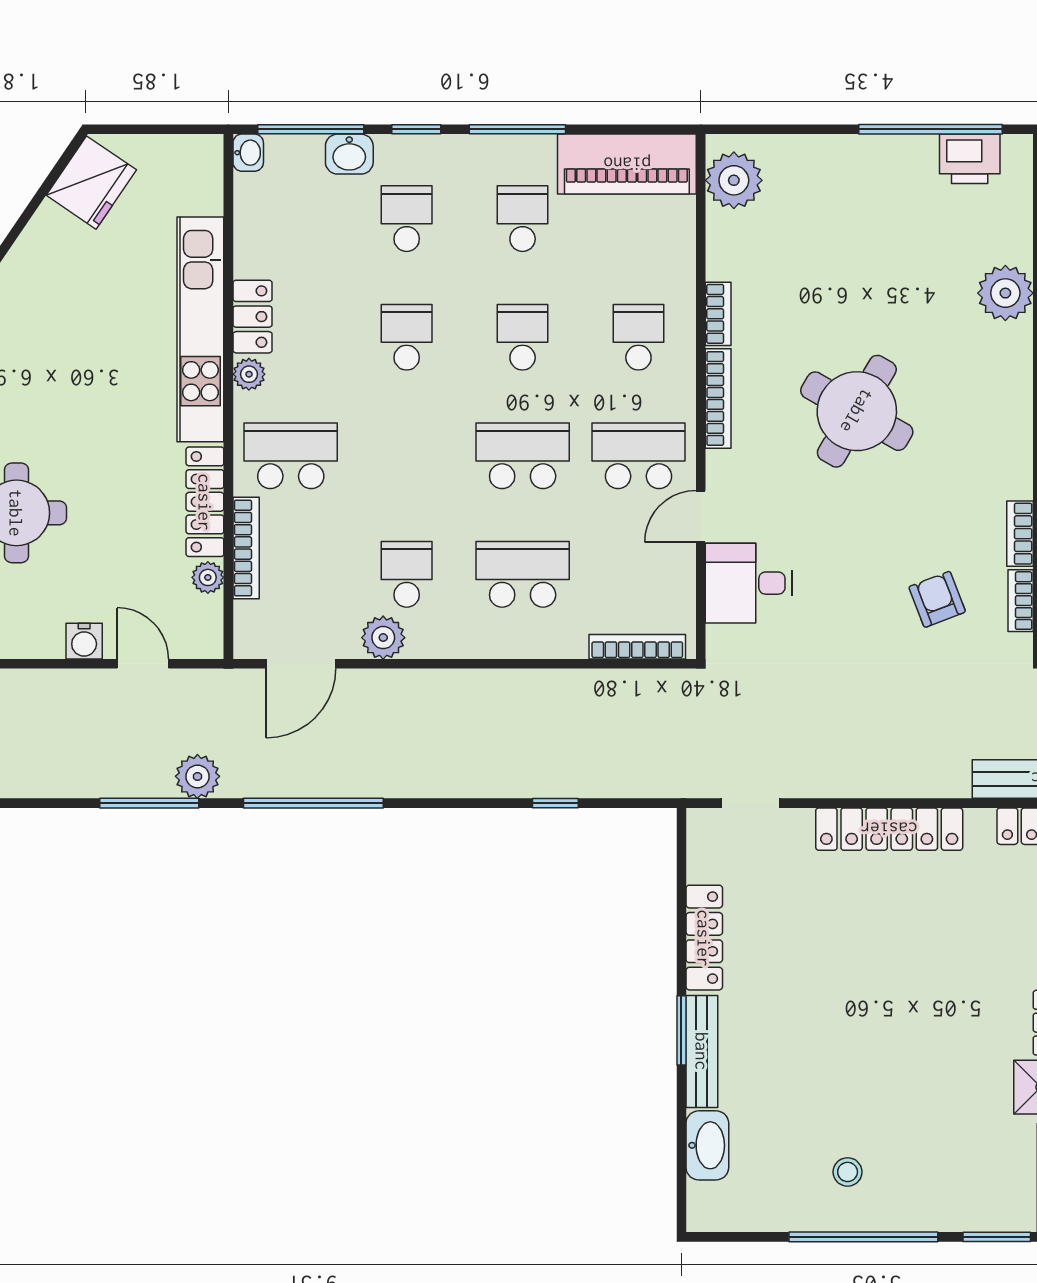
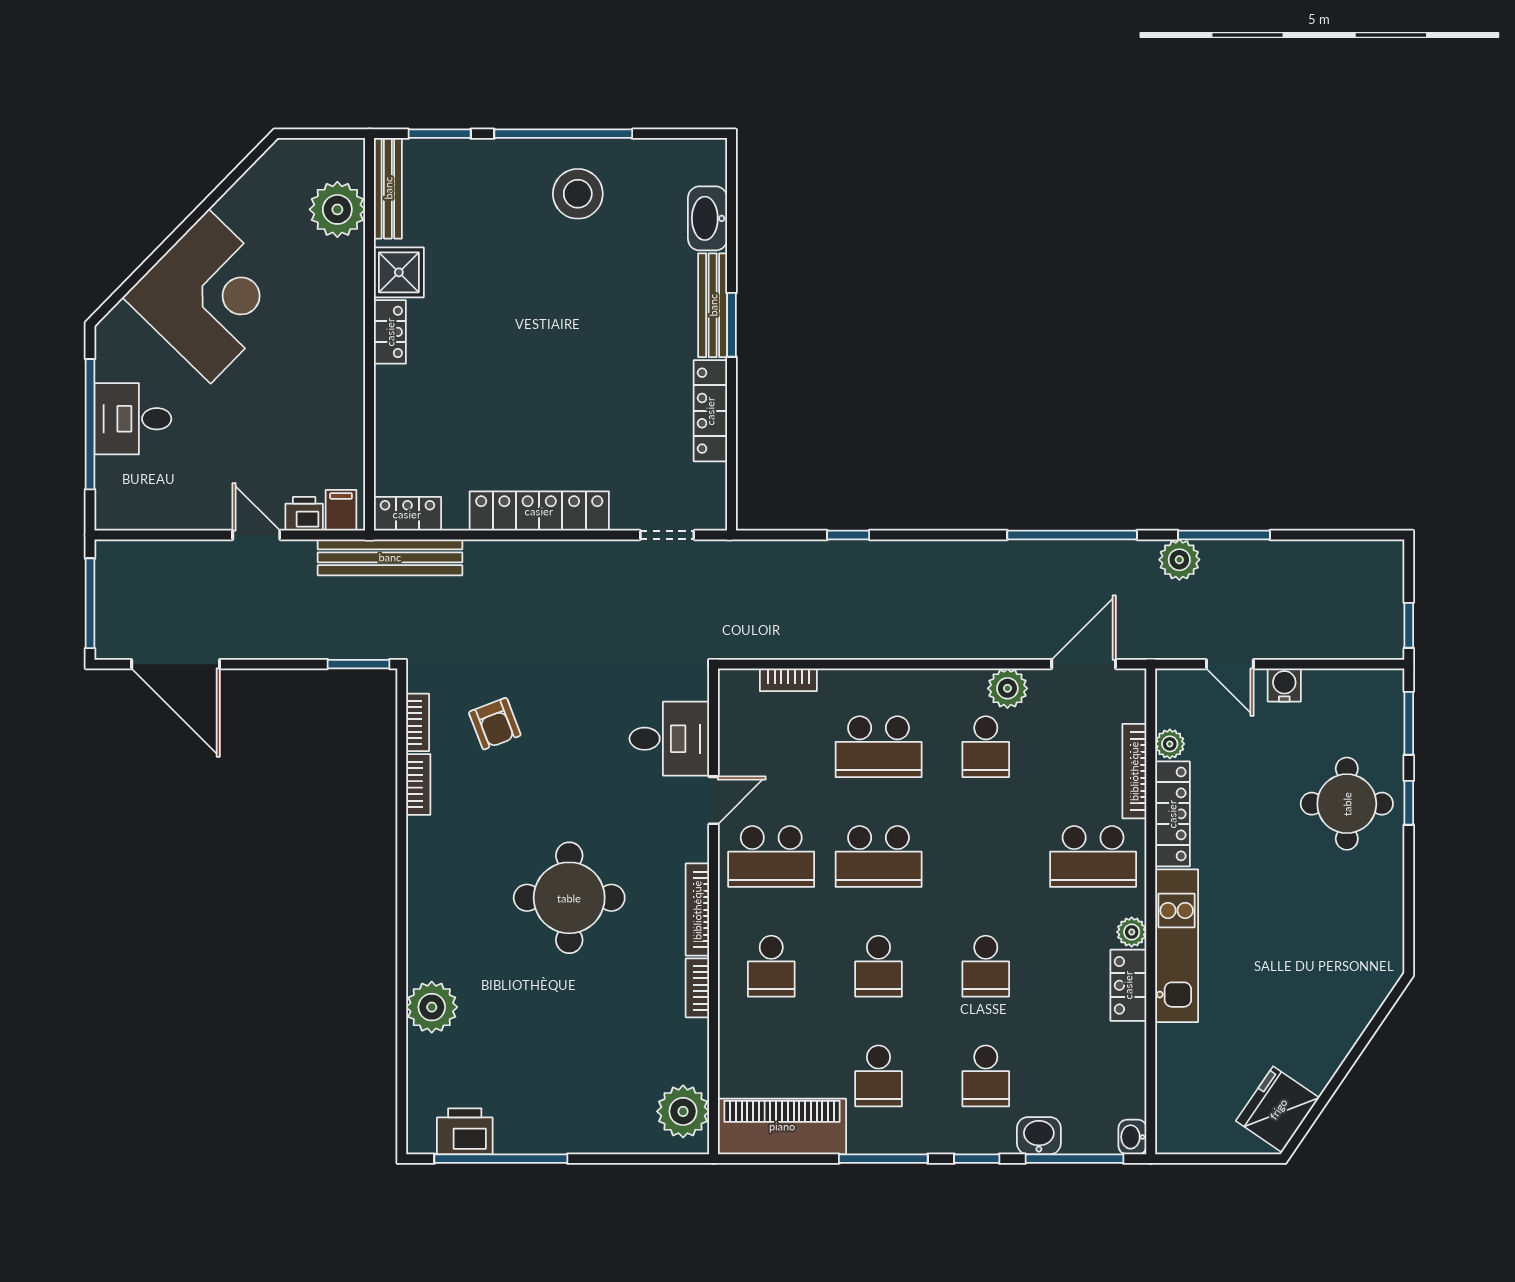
kitchen unit: (200, 329) -> (1177, 946), width x0.73
round table: (857, 411) -> (569, 898), turned -30
bookcase: (637, 647) -> (788, 680), width x0.64
stool: (848, 1172) -> (578, 194), width x1.89, depth x1.89

